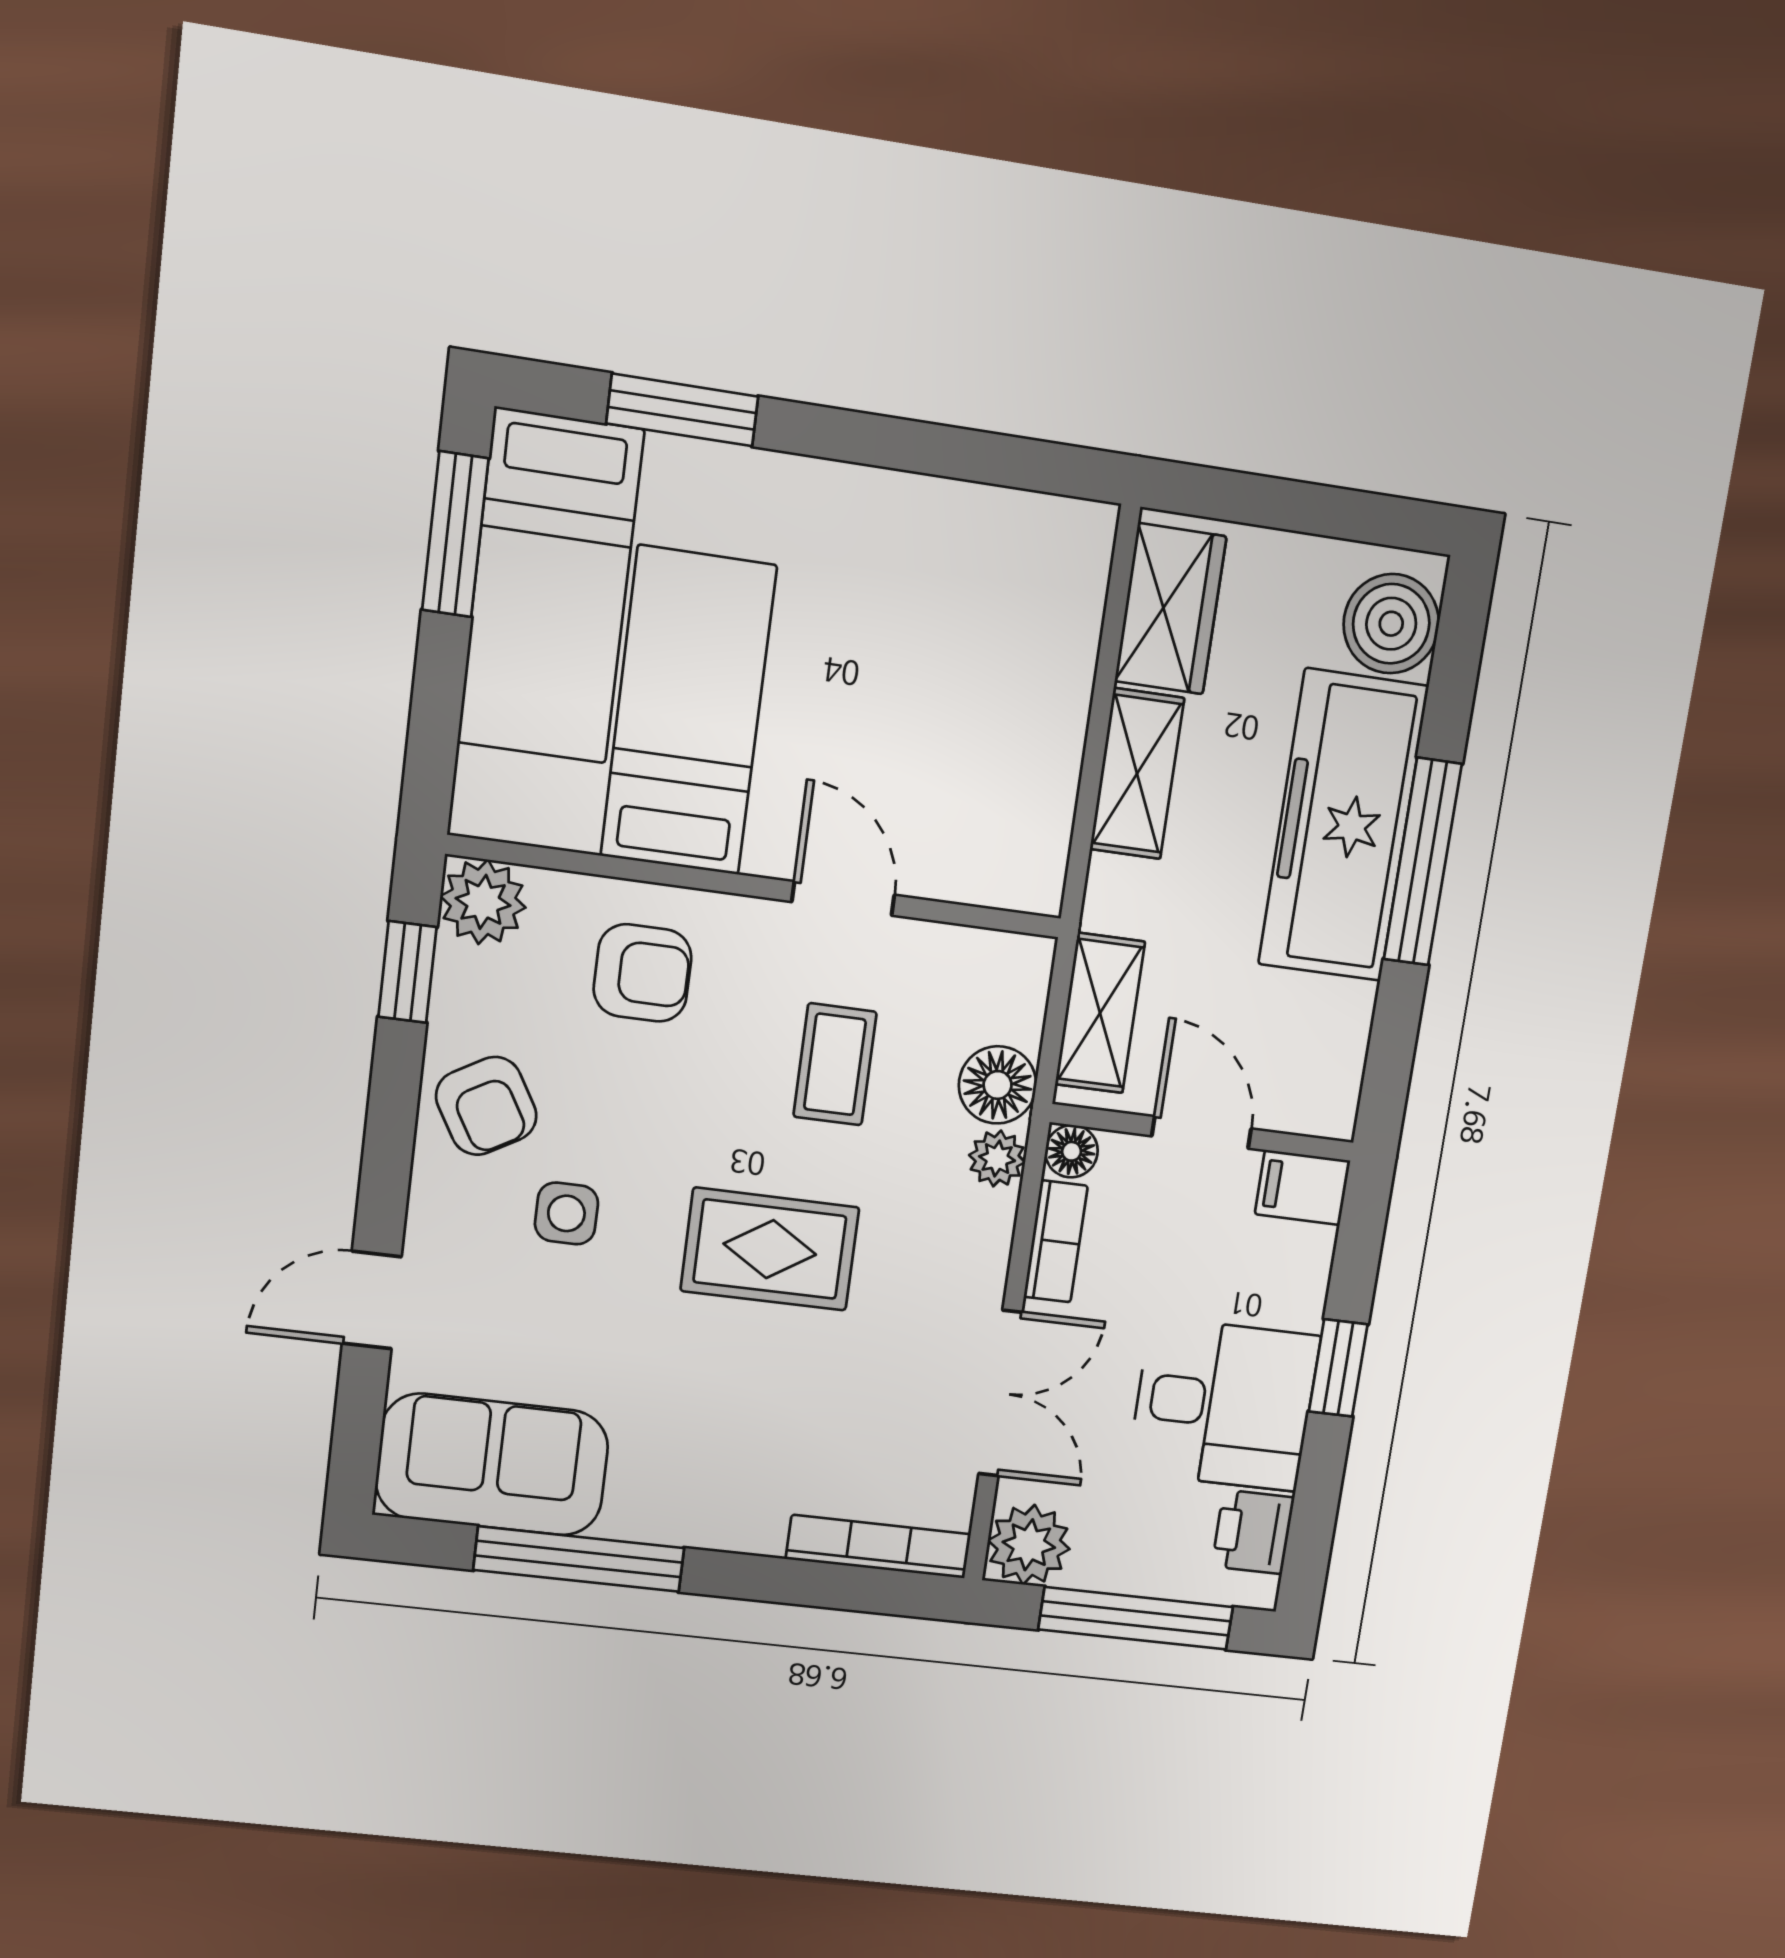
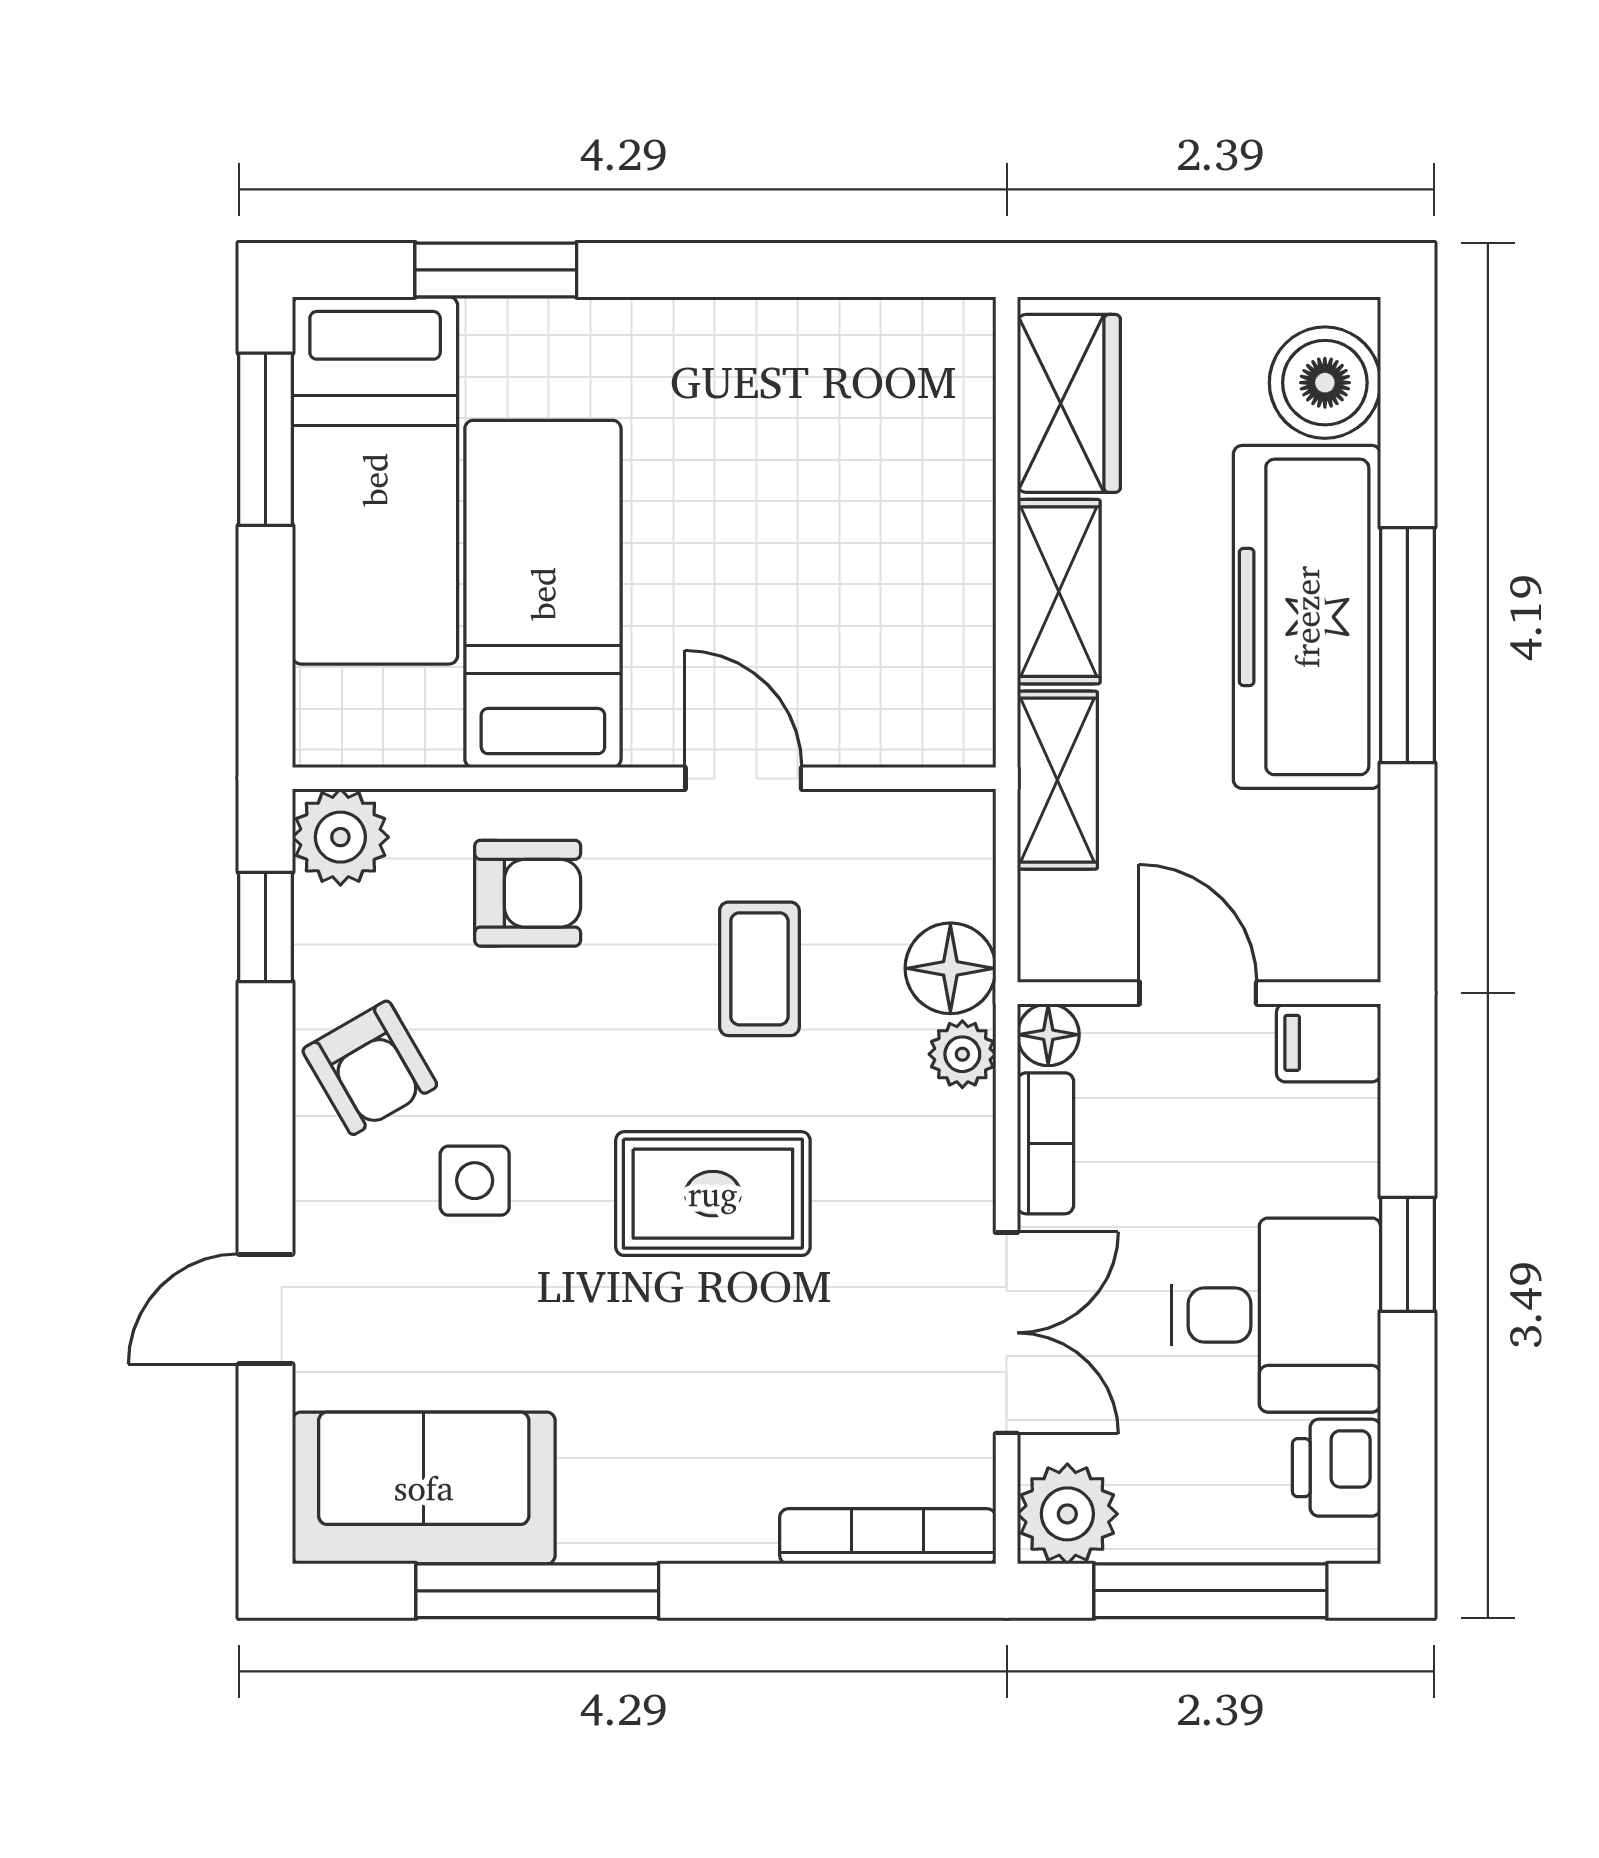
shelving: (1100, 1013) -> (1057, 780), moved

